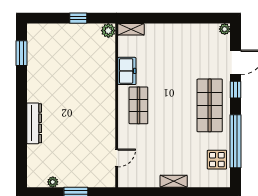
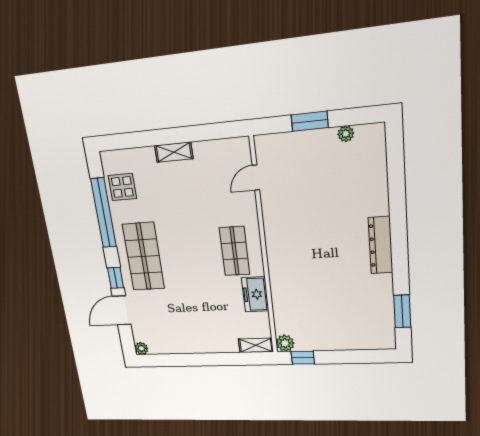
window: (78, 18) -> (303, 358), moved
dresser: (34, 123) -> (381, 245), moved

